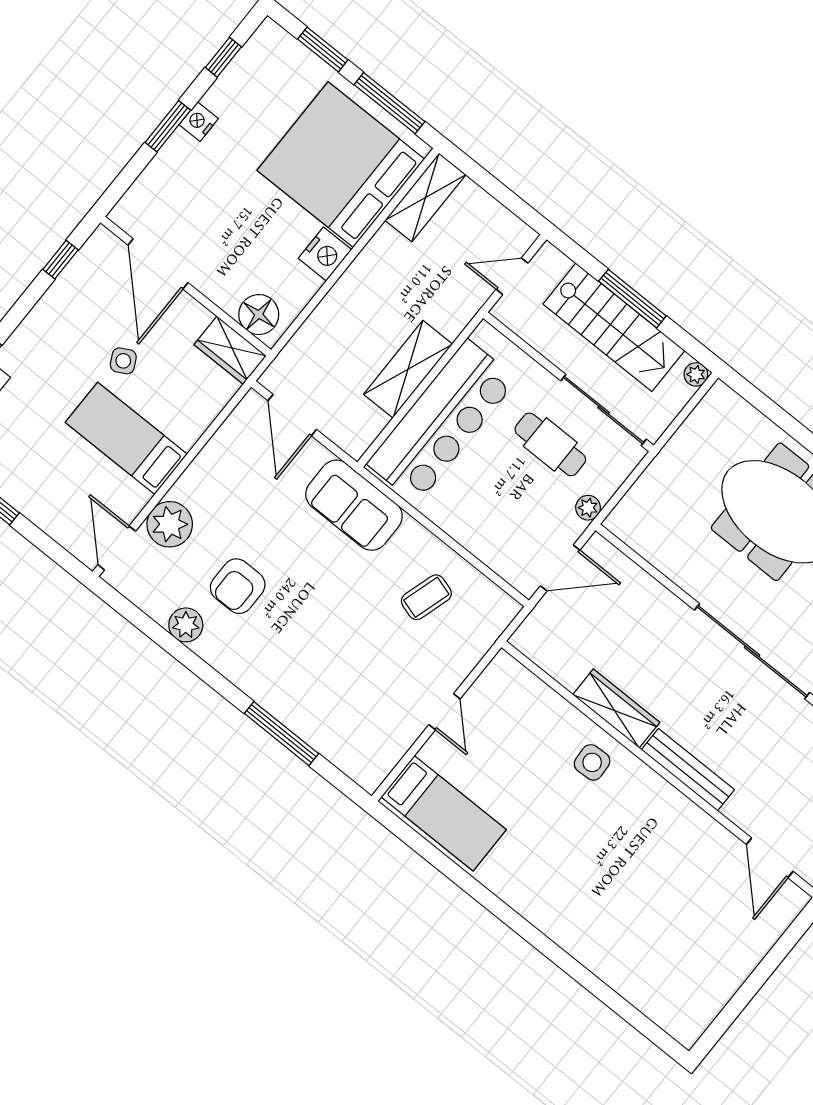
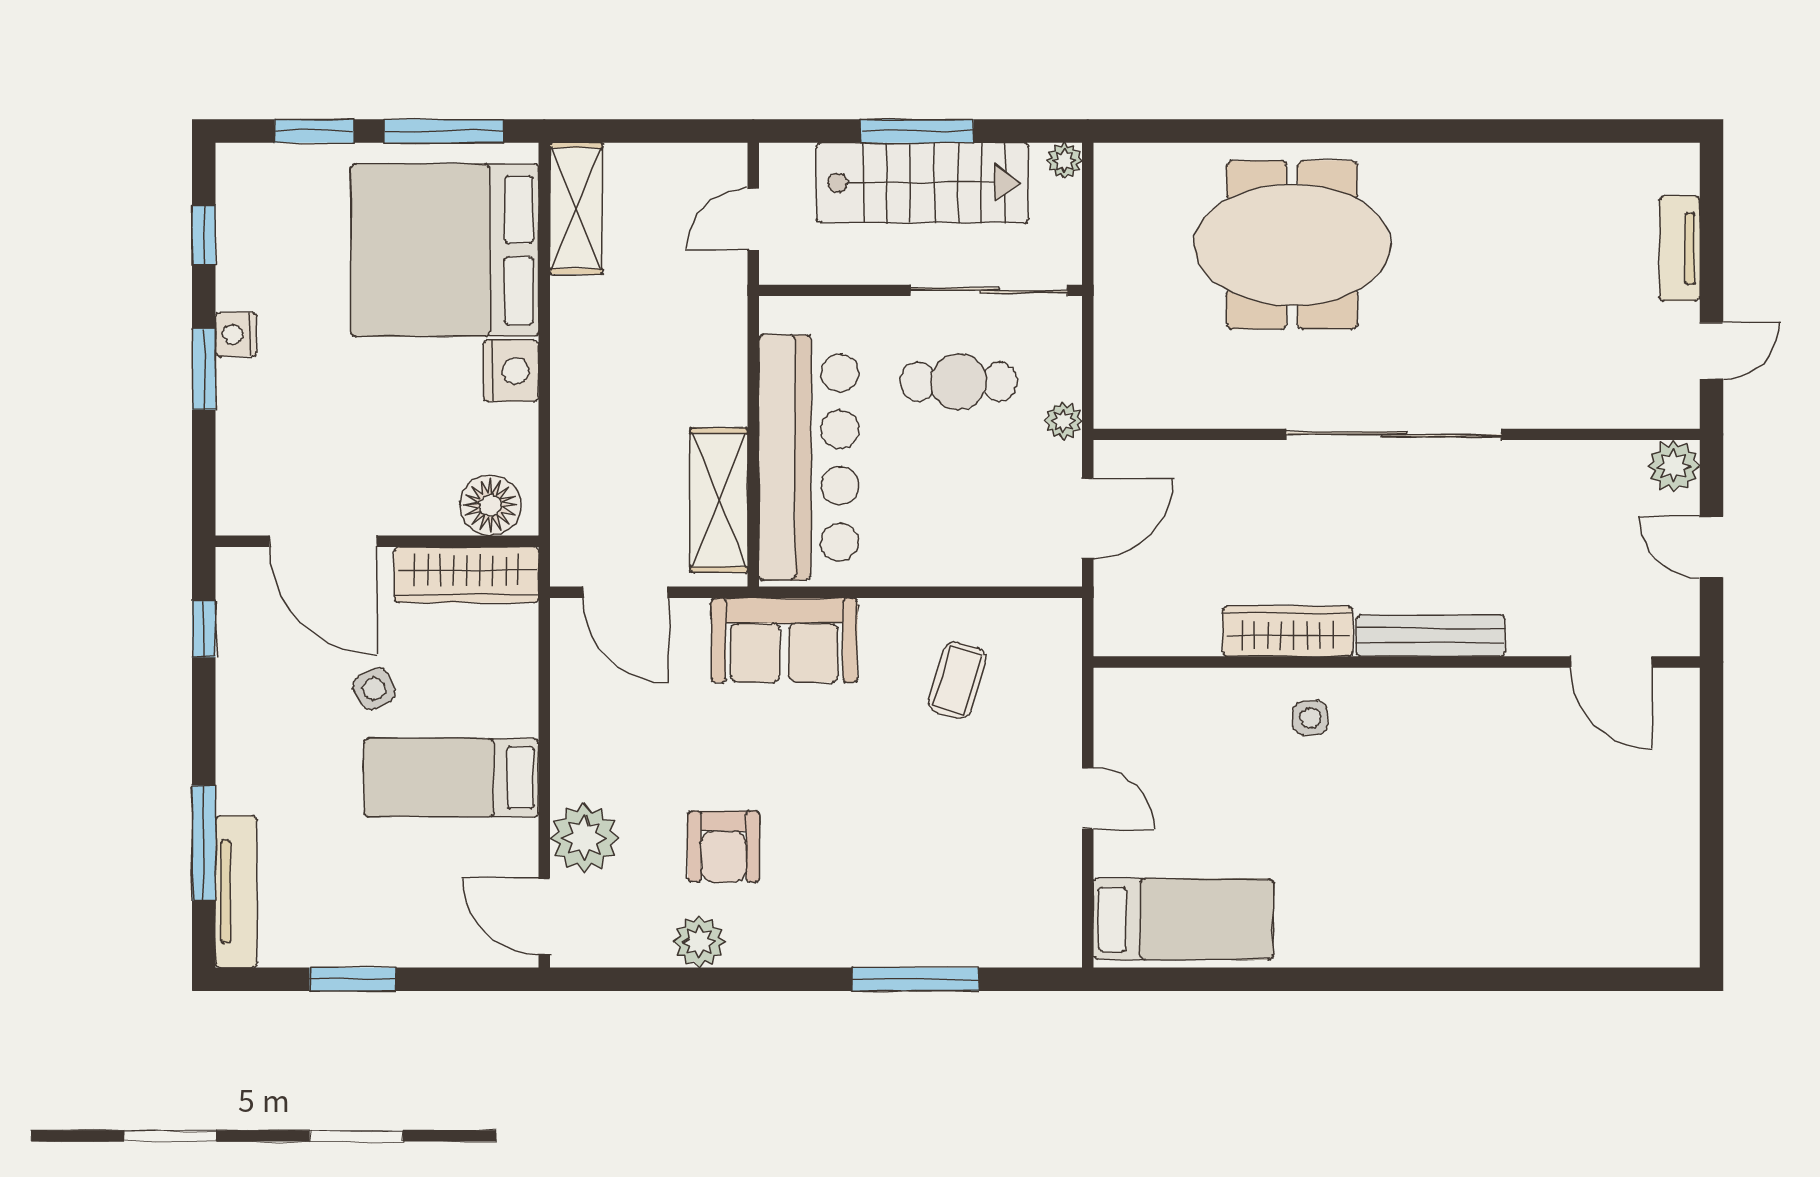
wardrobe: (230, 350) -> (467, 575), width x1.50
shelving: (408, 369) -> (719, 500), moved
side table: (592, 762) -> (1310, 718), width x0.73, depth x0.73

